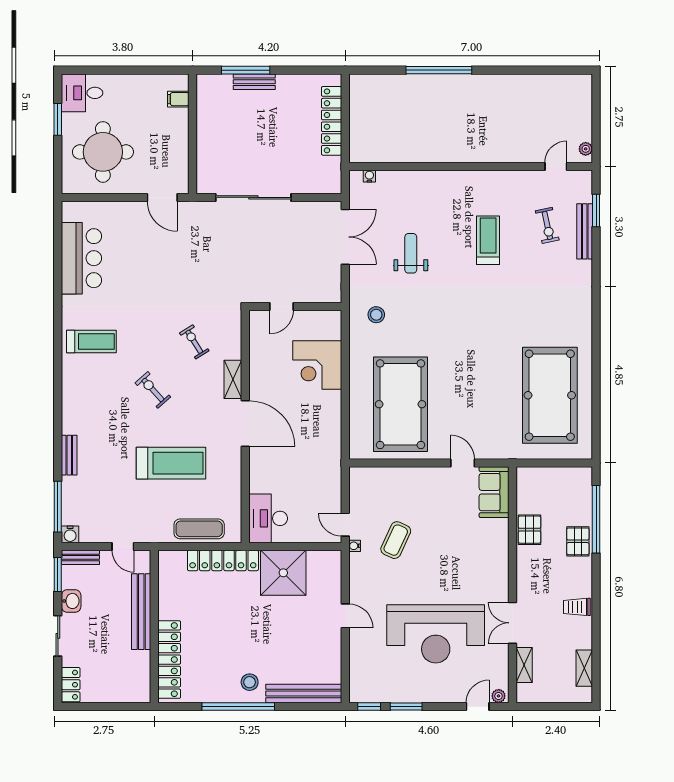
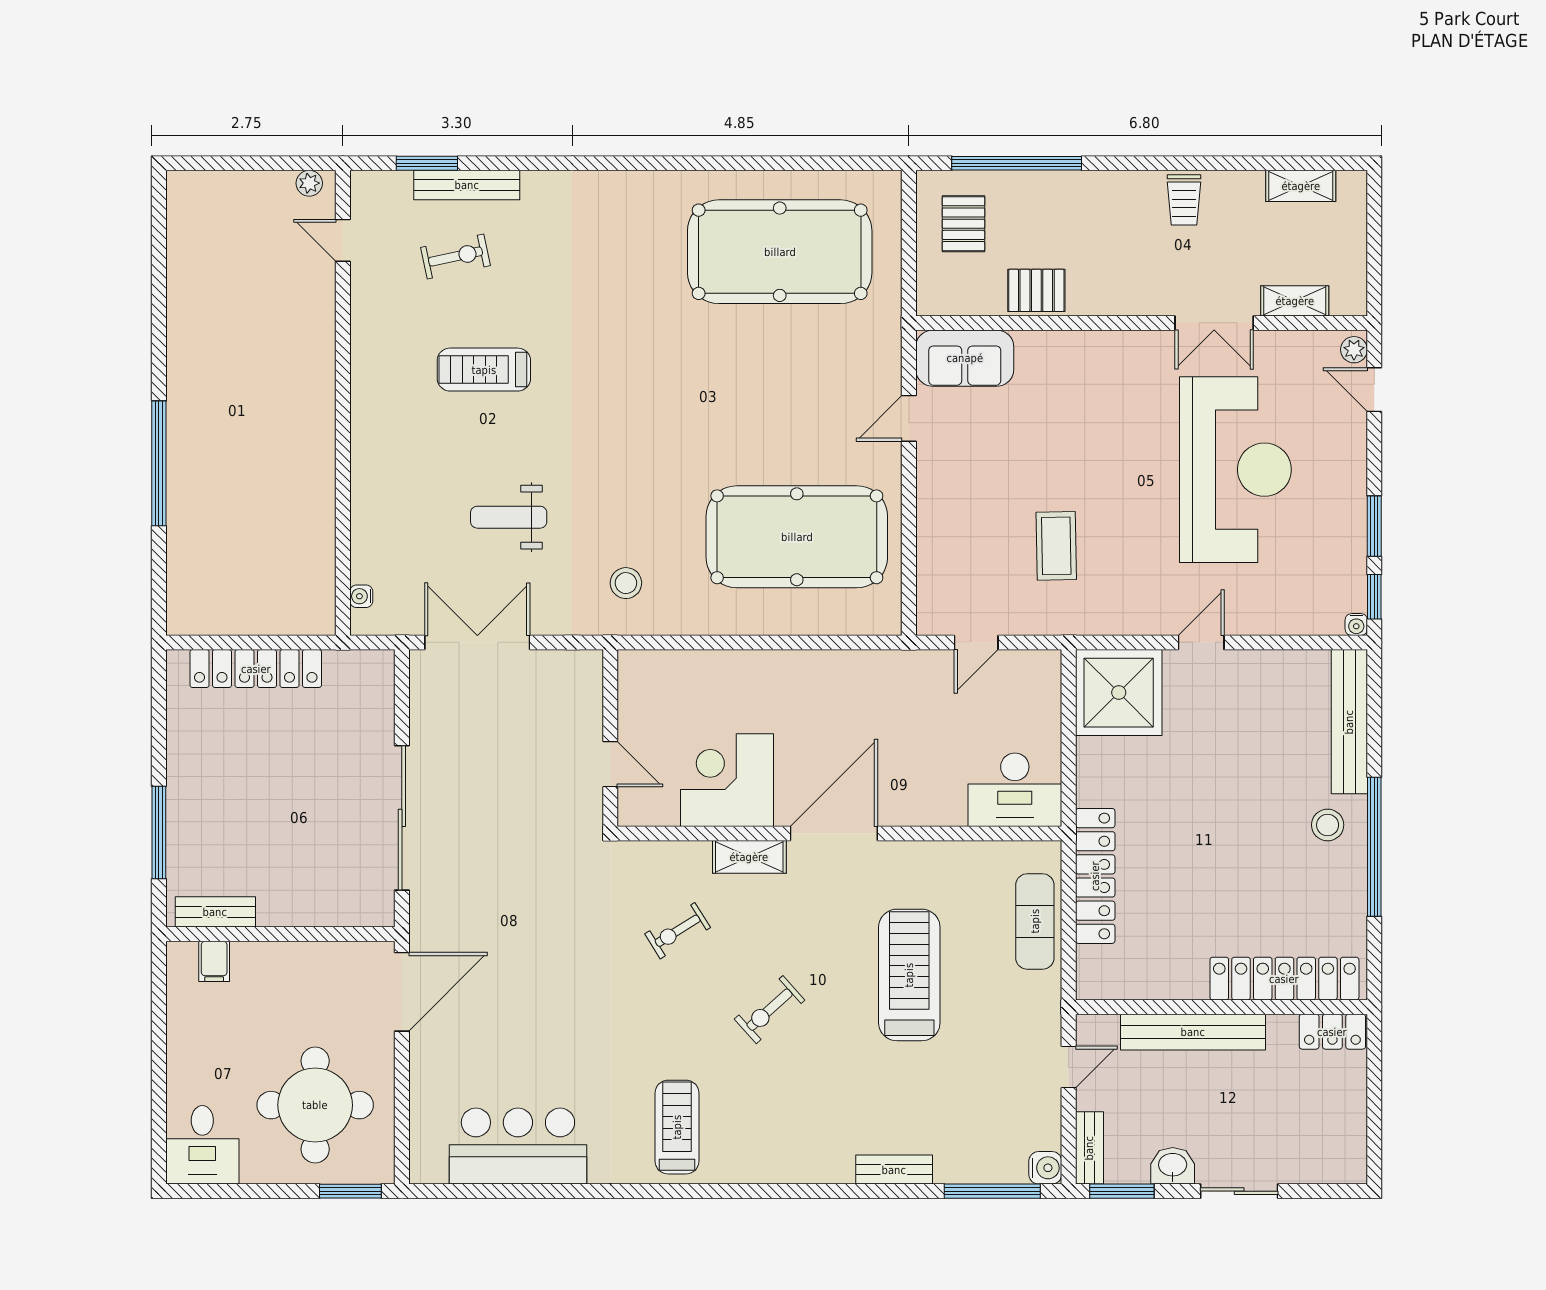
bench: (254, 82) -> (215, 912), moved, turned 90
window: (58, 119) -> (350, 1191), moved
door: (162, 197) -> (402, 992), width x1.36
corner desk: (317, 365) -> (727, 780), moved, turned 180
door: (345, 525) -> (976, 642), moved
coffee table: (396, 540) -> (1056, 546), turned 64
pallet: (578, 541) -> (963, 224), moved, turned 90
water cooler: (355, 546) -> (1356, 624), moved
shower: (283, 573) -> (1119, 693), moved
locker: (71, 685) -> (1332, 1032), moved, turned 180

